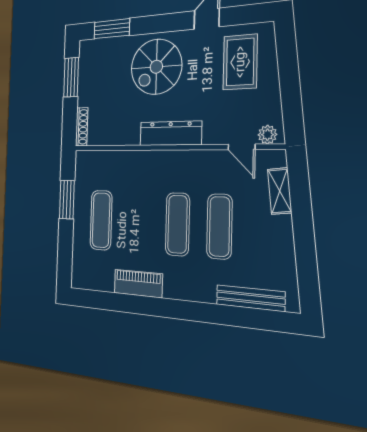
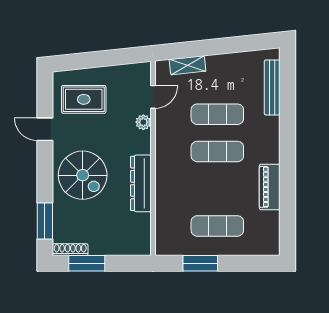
shoe rack: (82, 127) -> (70, 250), moved
dresser: (170, 133) -> (141, 183), moved
plant: (267, 135) -> (143, 122), moved

